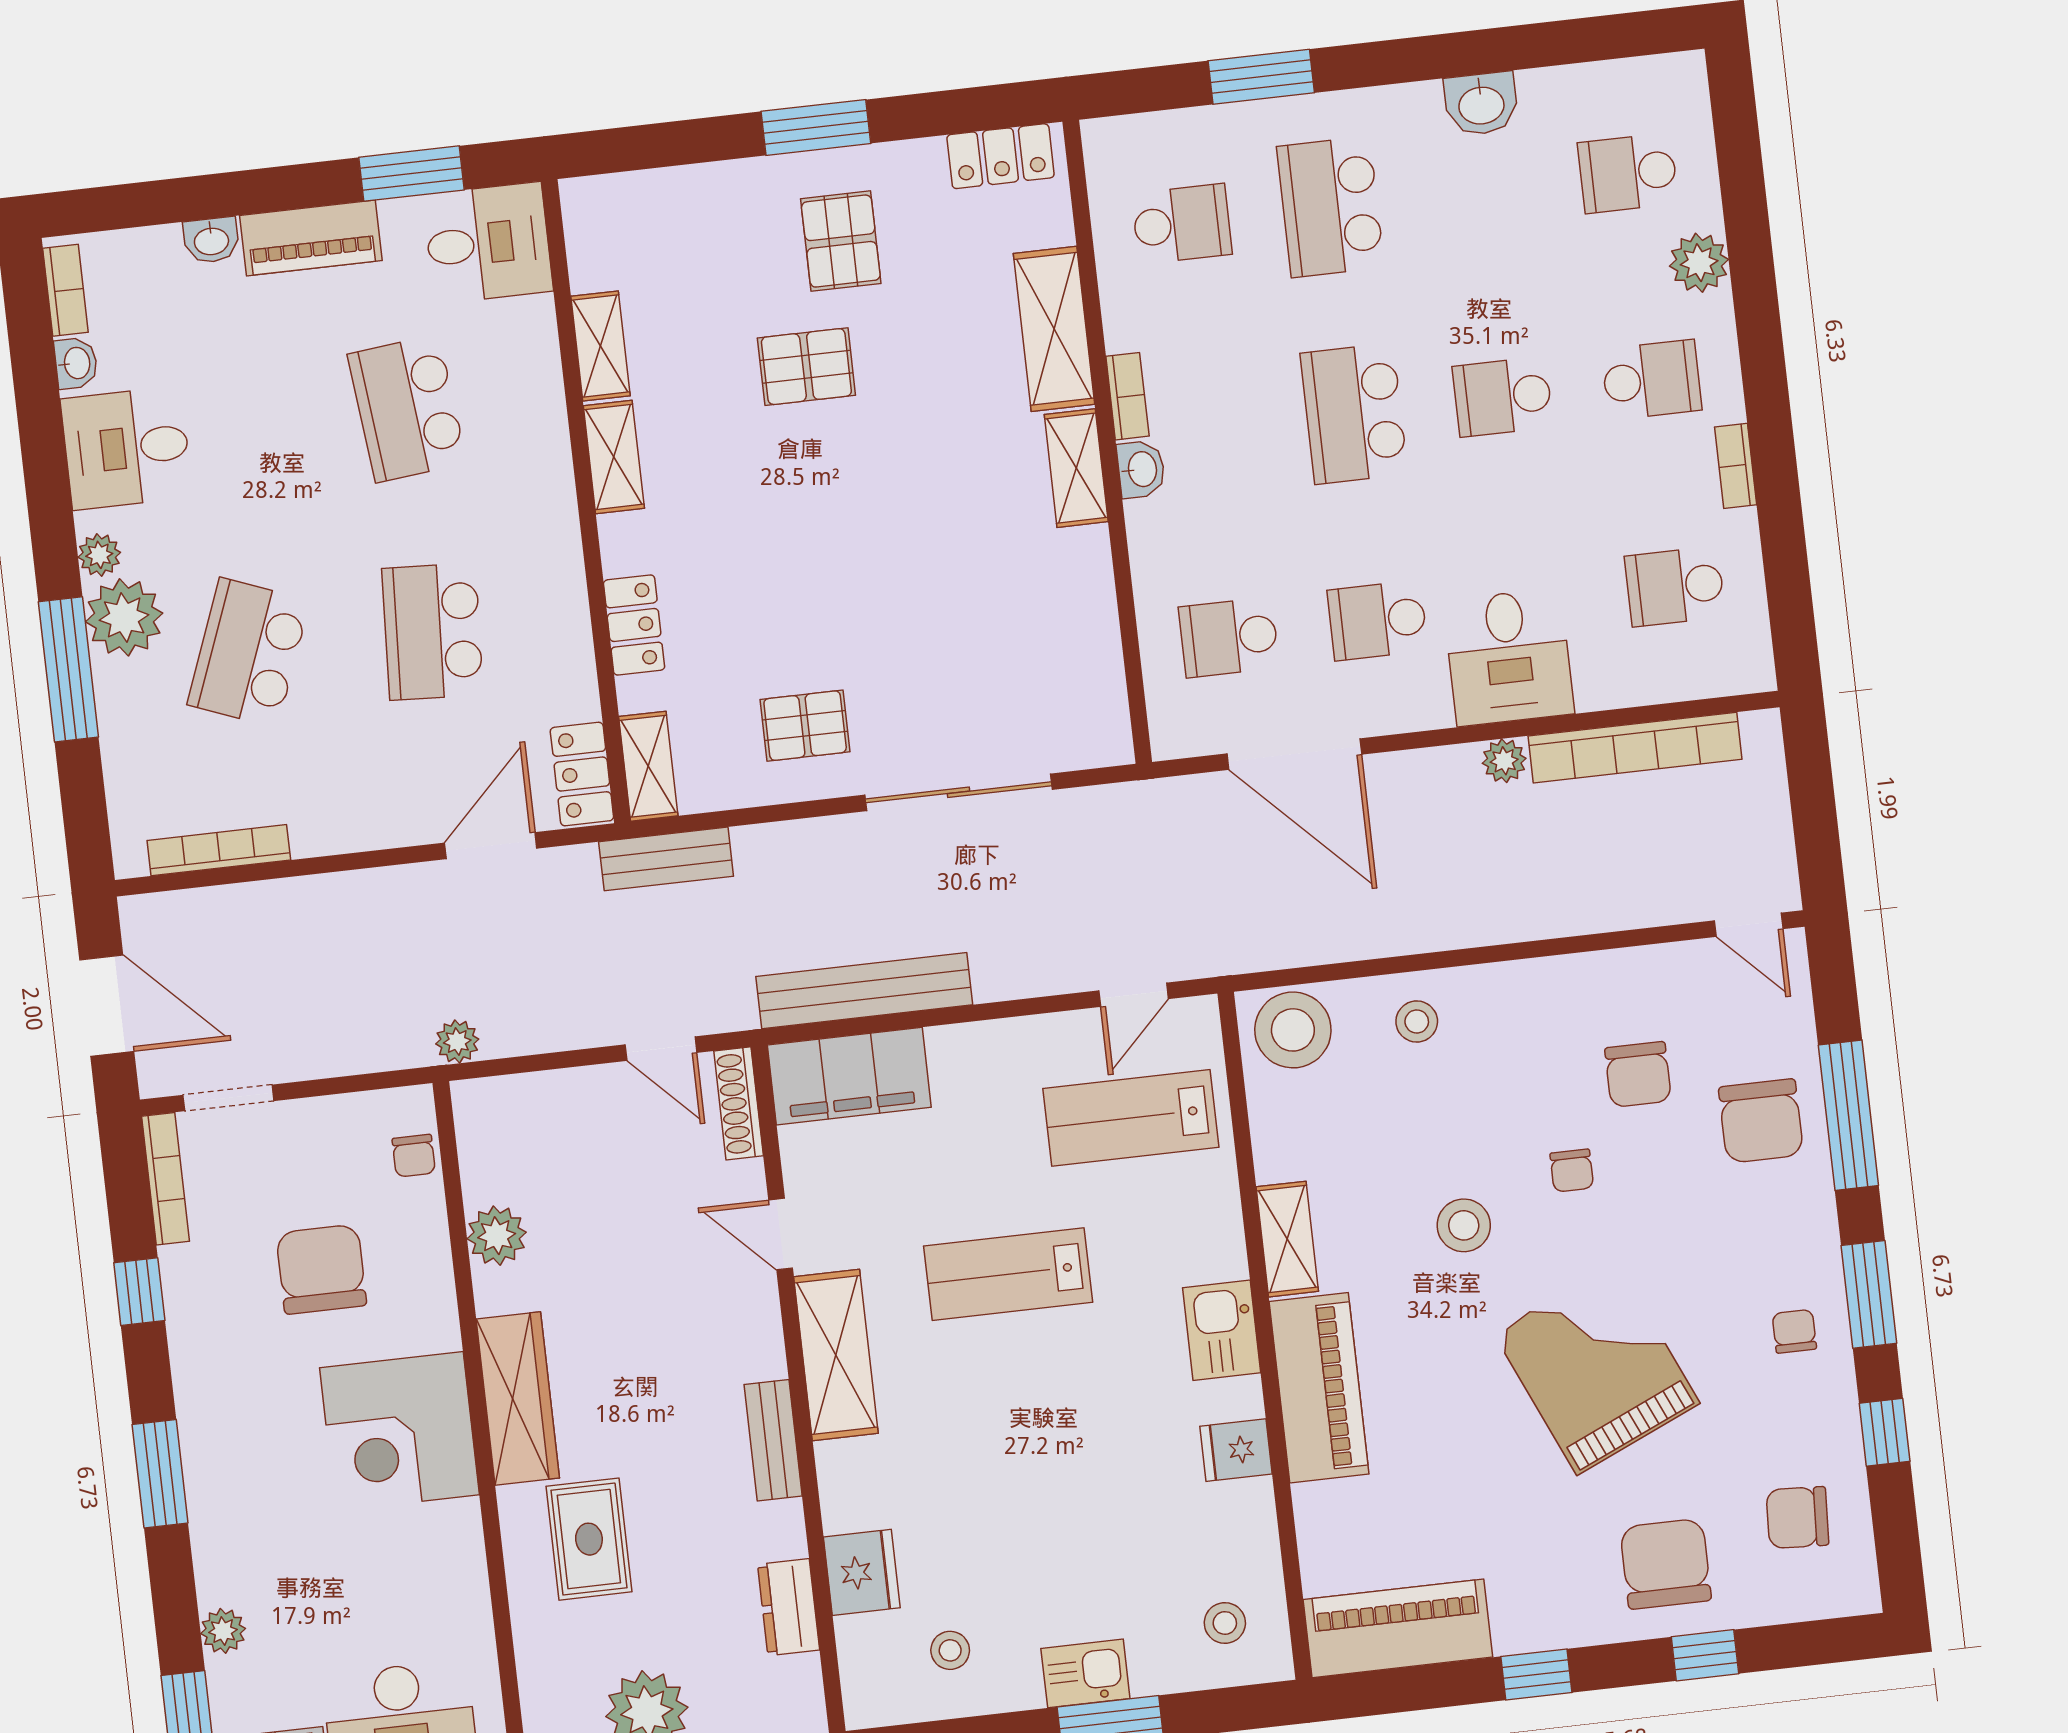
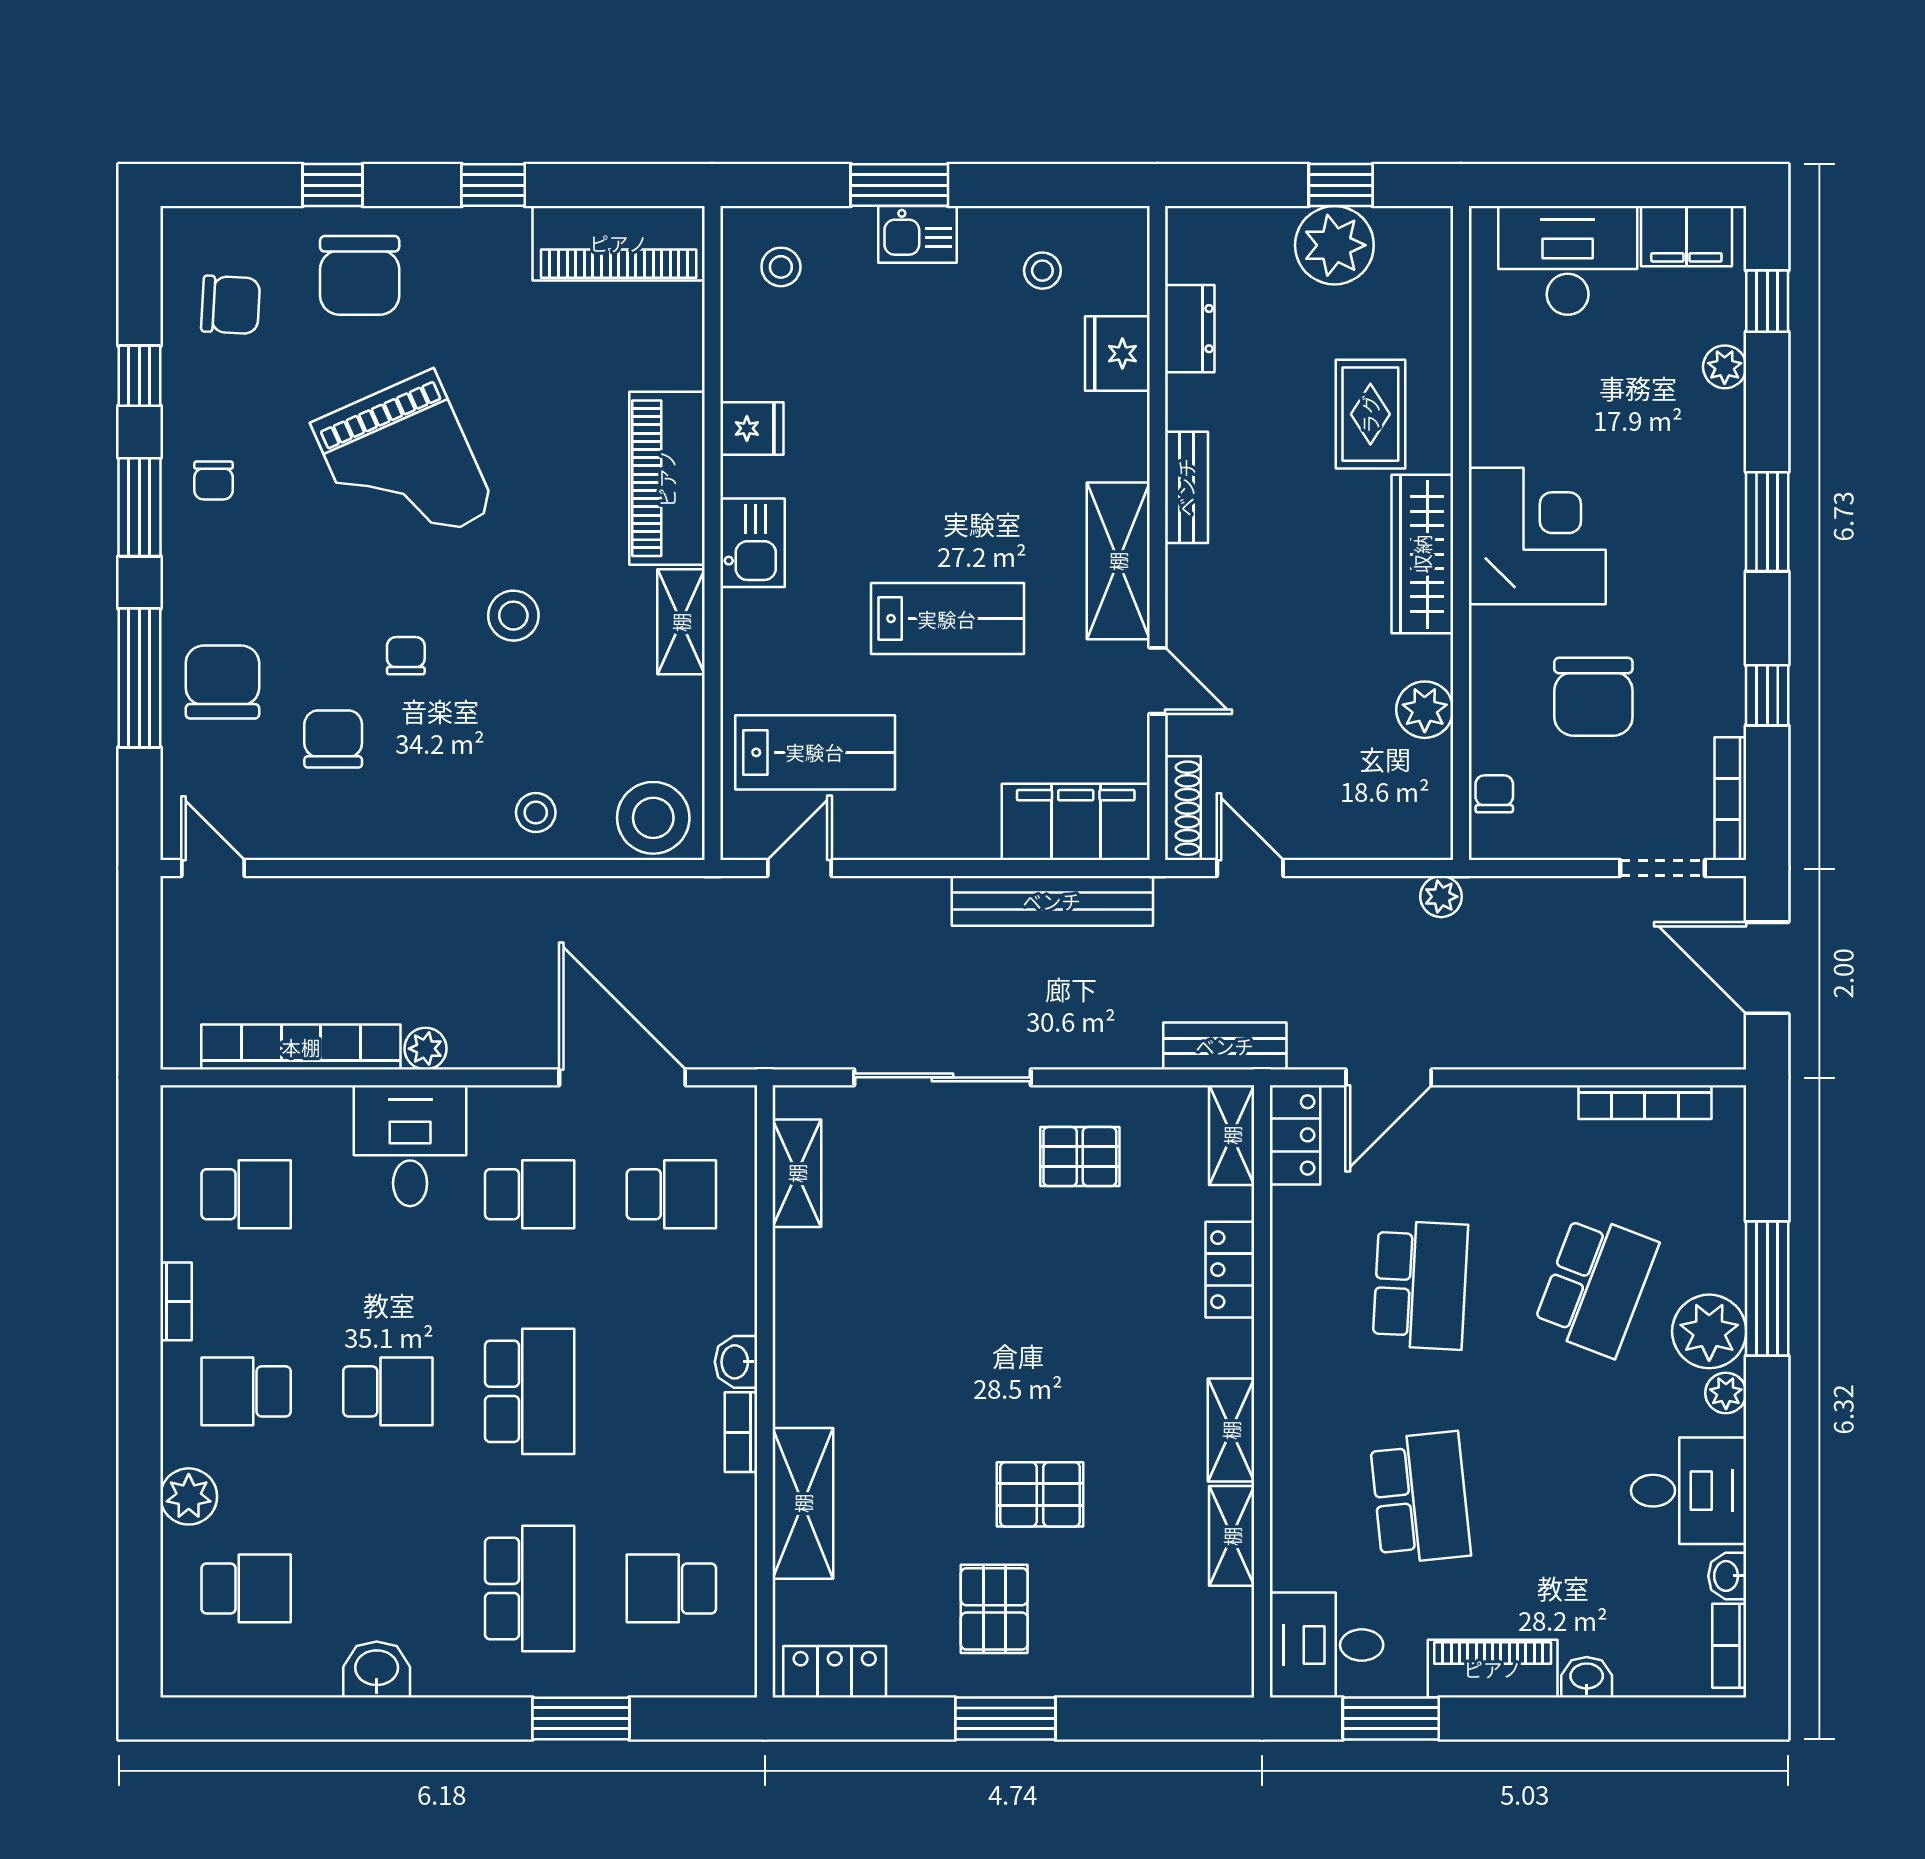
shelving: (1076, 468) -> (797, 1173), moved

